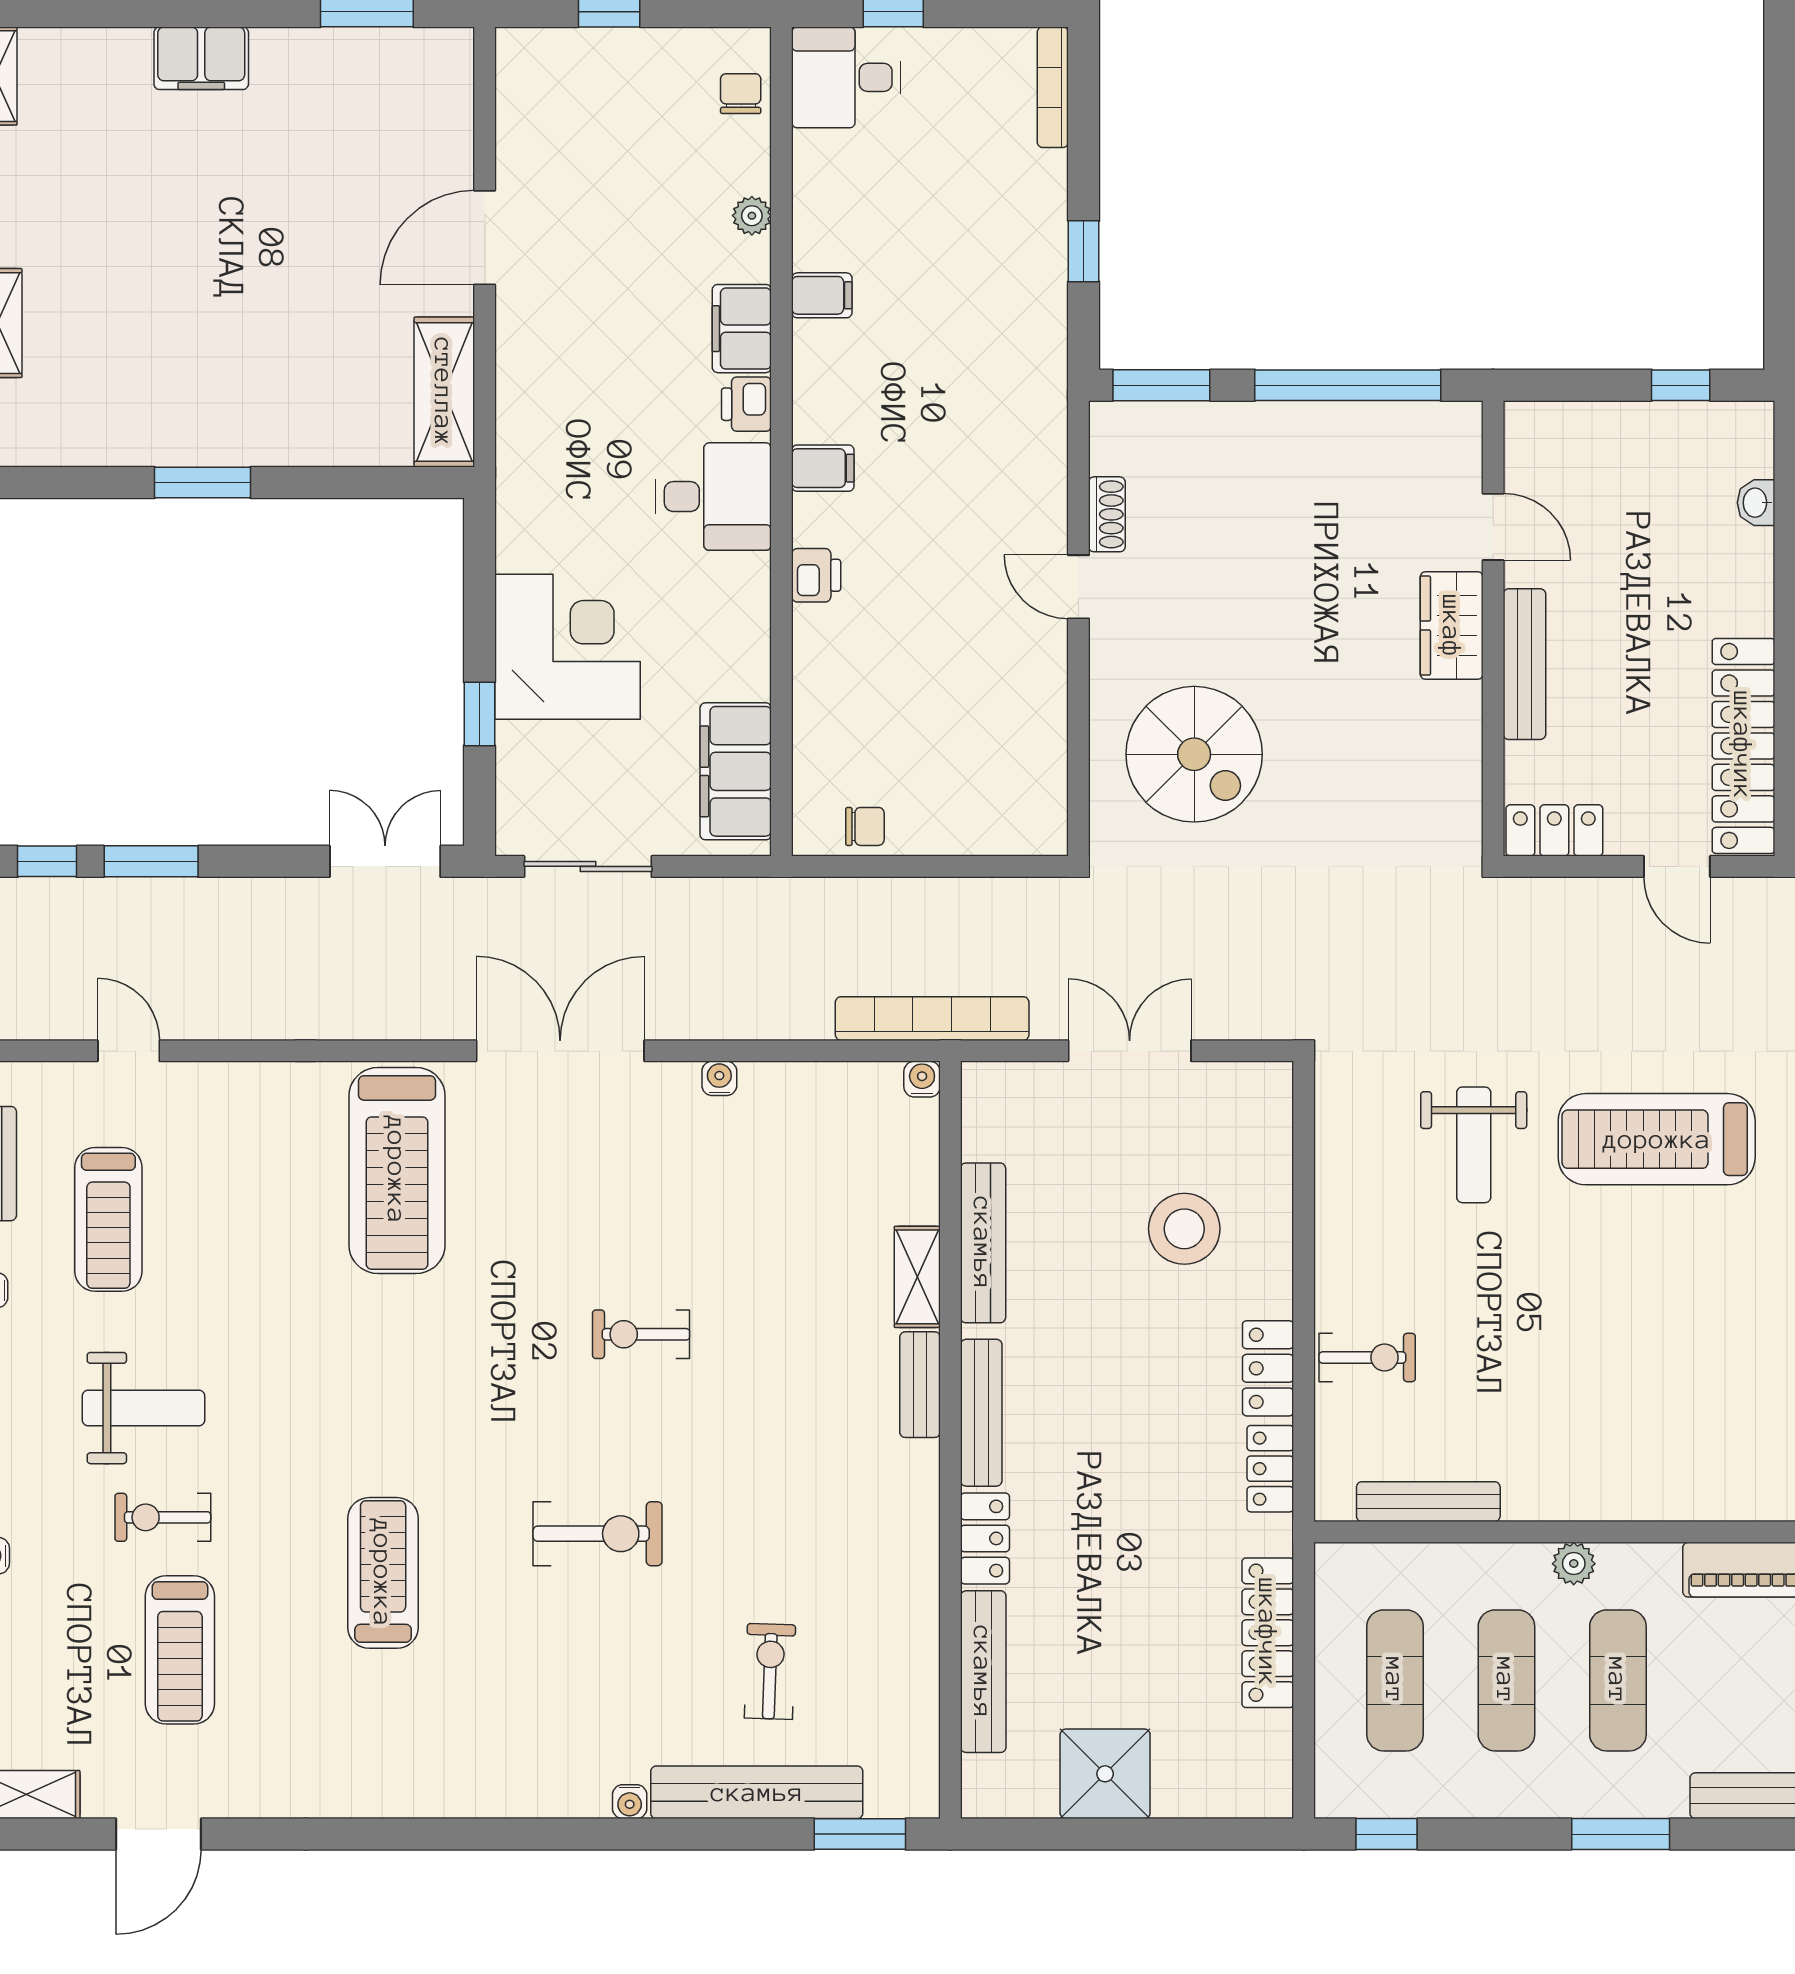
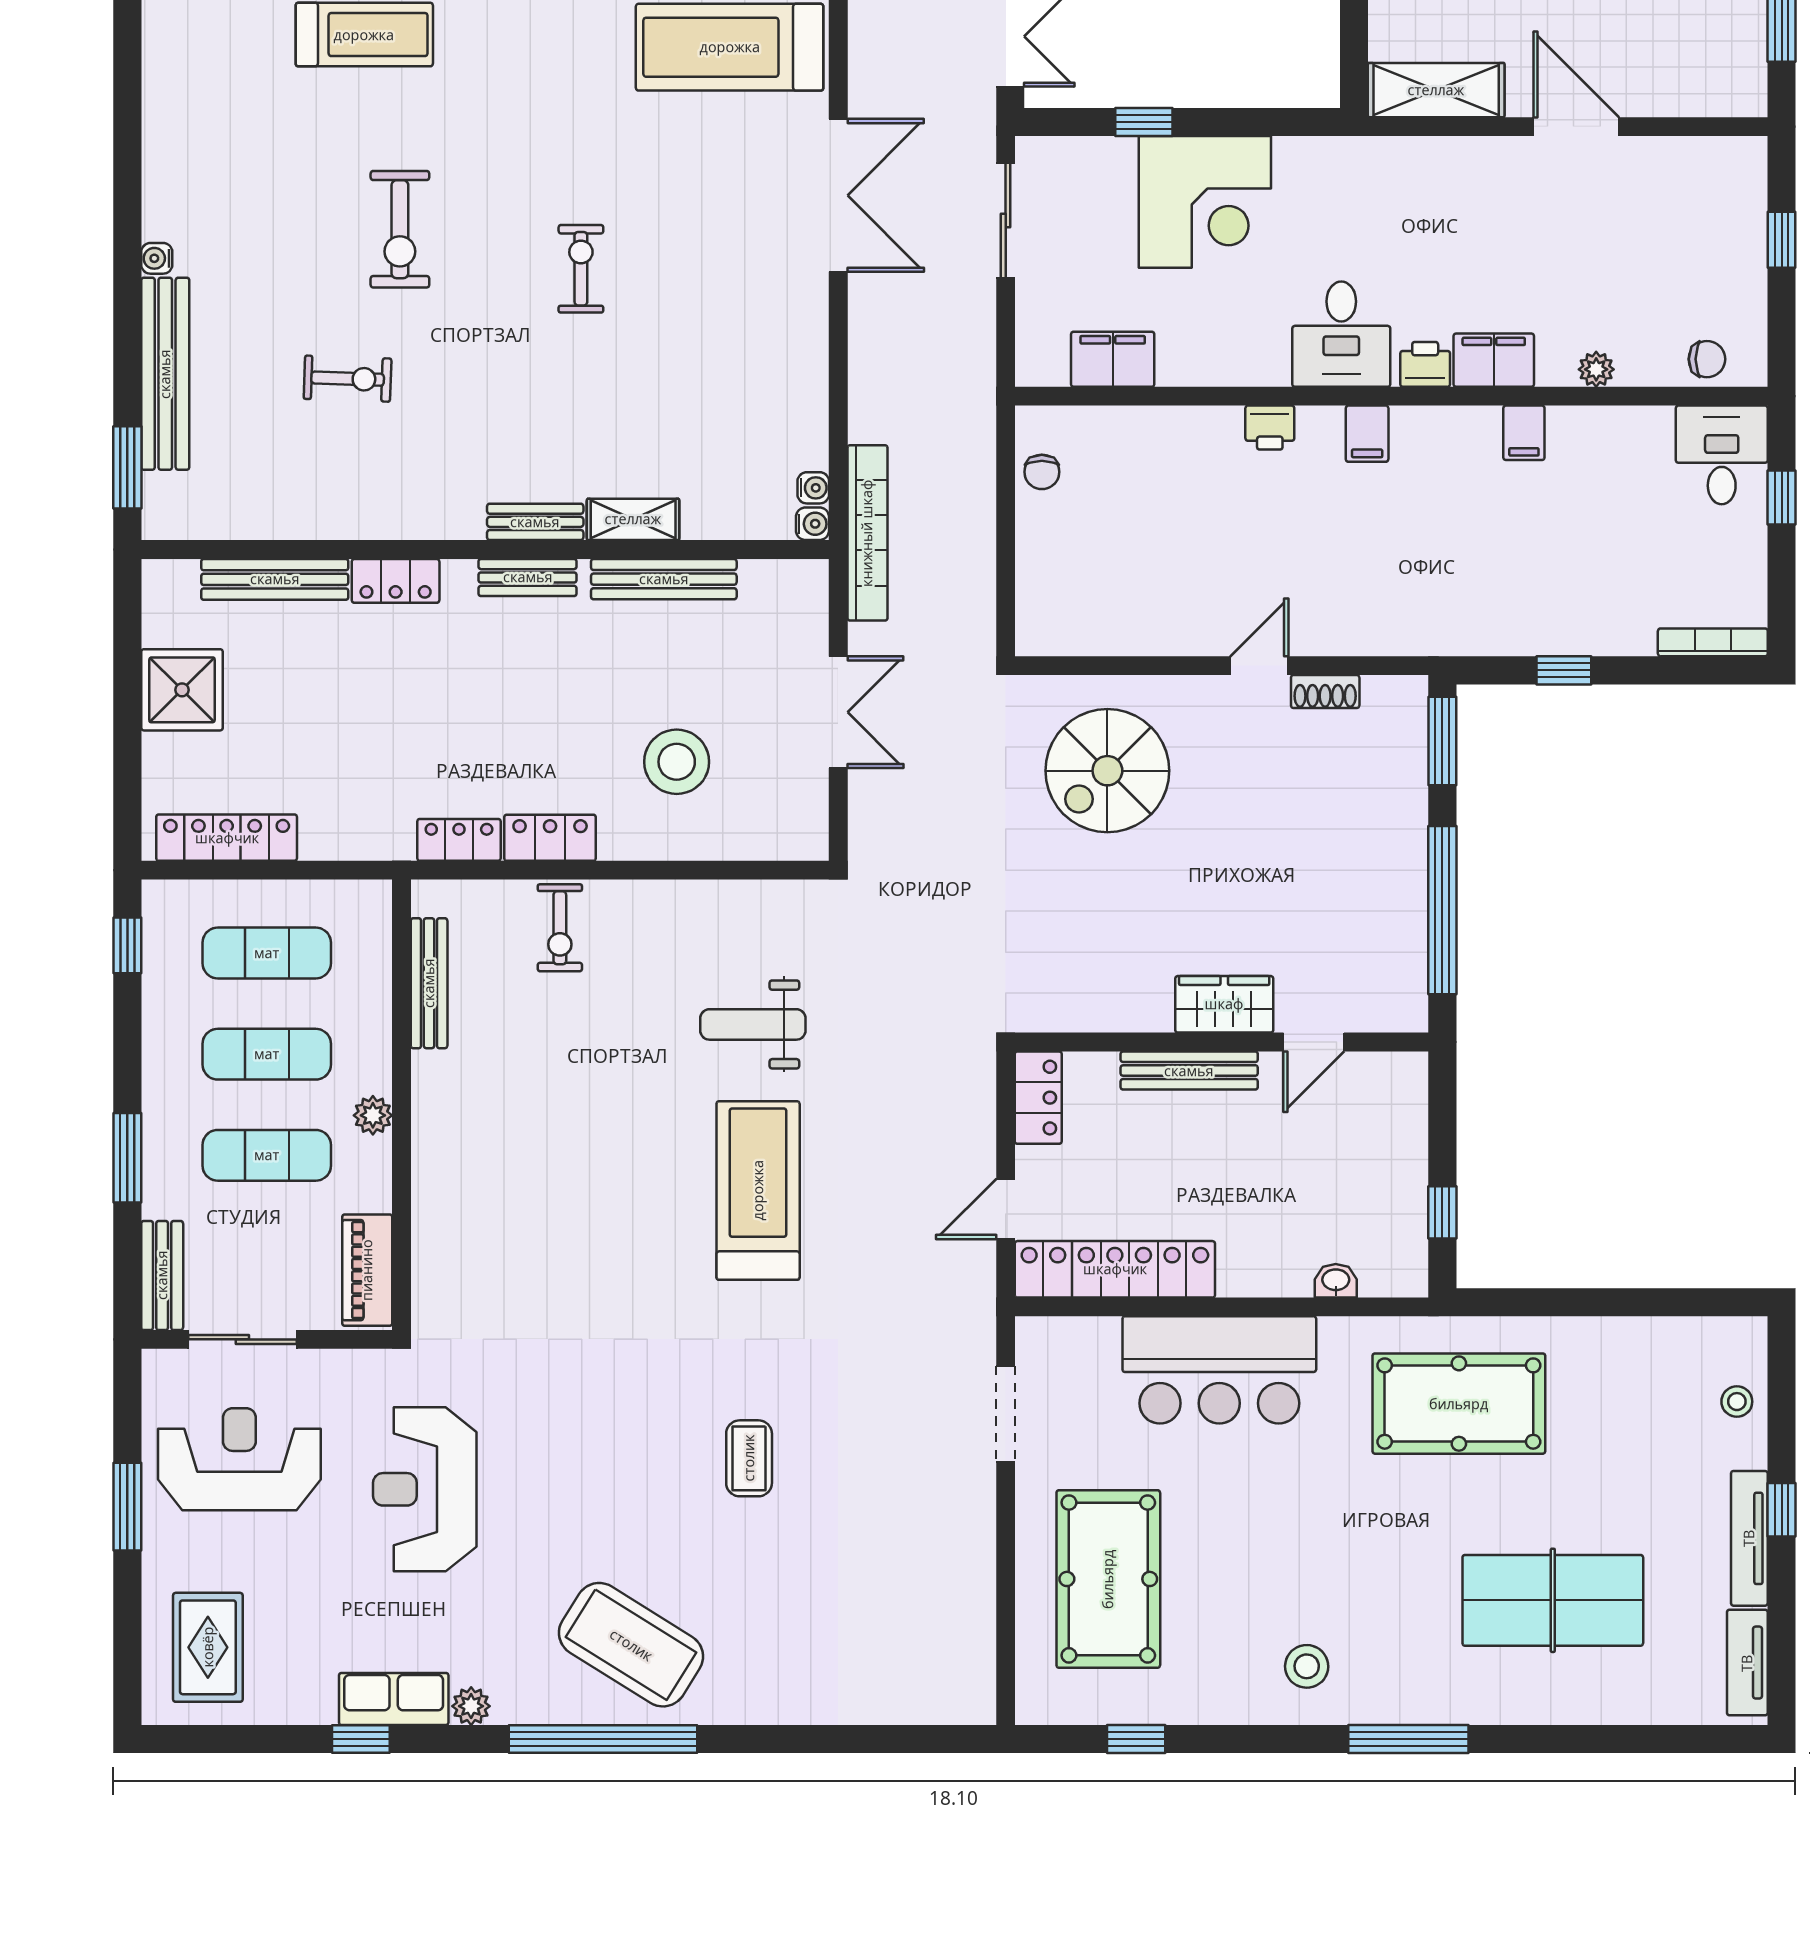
filing cabinet: (736, 771) -> (1113, 359), width x0.67, depth x0.86
water cooler: (719, 1078) -> (813, 488), moved
bench: (981, 1413) -> (528, 577), width x0.73
locker: (1268, 1633) -> (227, 838), moved
exercise bike: (770, 1671) -> (348, 379), moved

